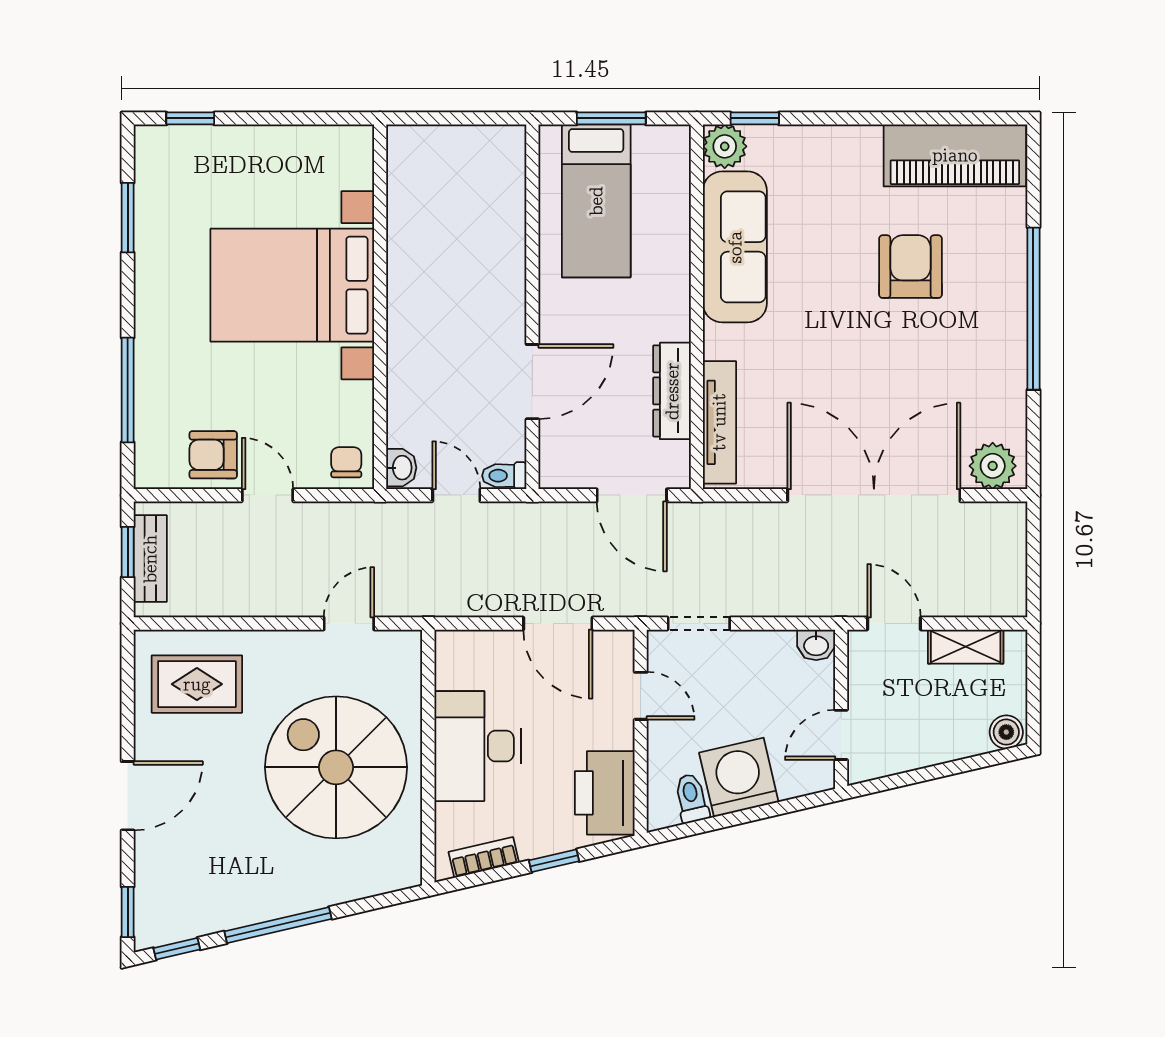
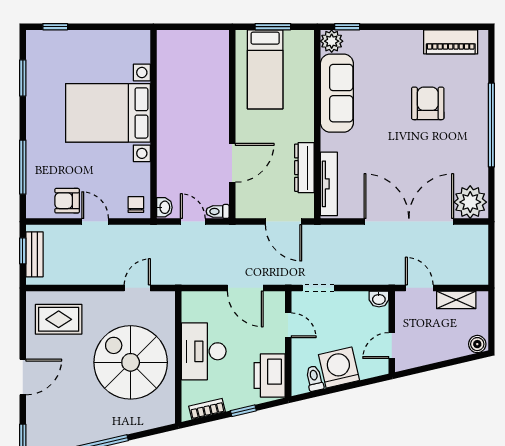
piano: (955, 155) -> (451, 42), width x0.73, depth x0.75
plant: (993, 466) -> (470, 202), width x1.36, depth x1.36

